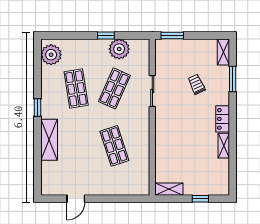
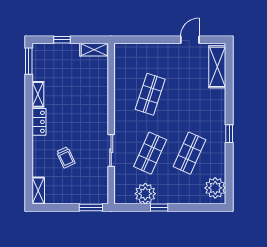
window: (233, 79) -> (29, 61), moved
shop shelf: (76, 88) -> (189, 153), turned 33
shelving: (49, 140) -> (217, 67), moved
shop shelf: (114, 146) -> (150, 94), turned 36

